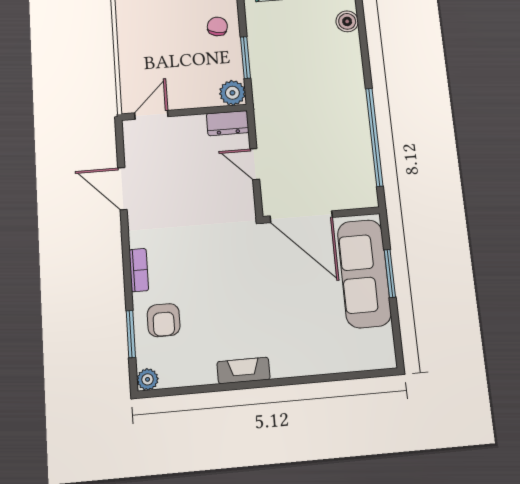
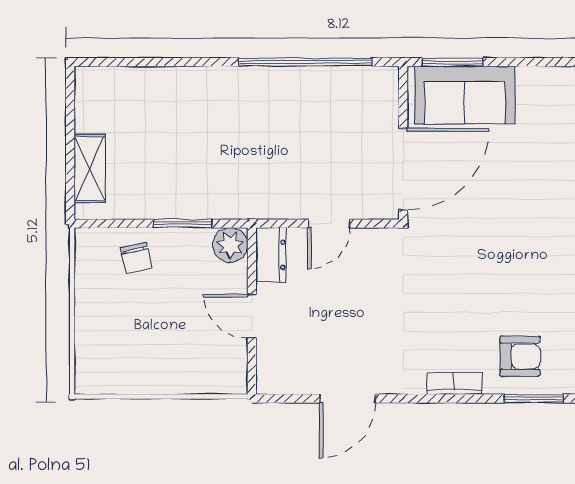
boiler: (347, 21) -> (142, 81), removed
chair: (217, 26) -> (136, 258), turned -114
door: (151, 115) -> (252, 316), moved
sofa: (364, 273) -> (465, 95), width x0.73
window: (390, 273) -> (453, 62), moved

